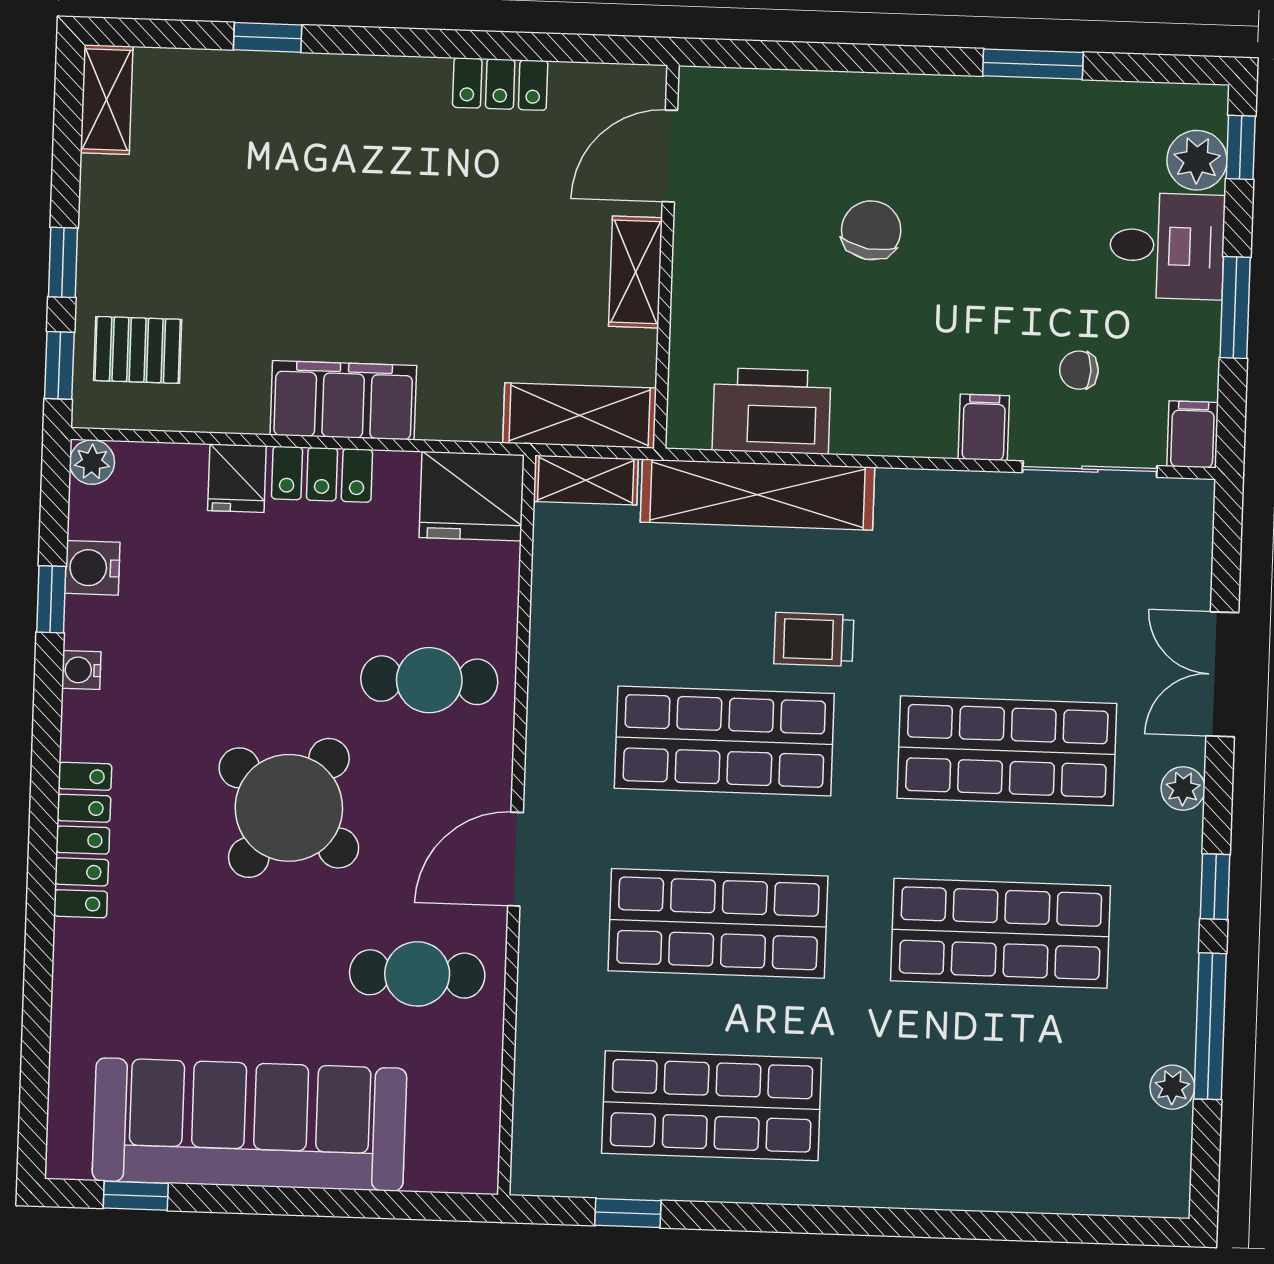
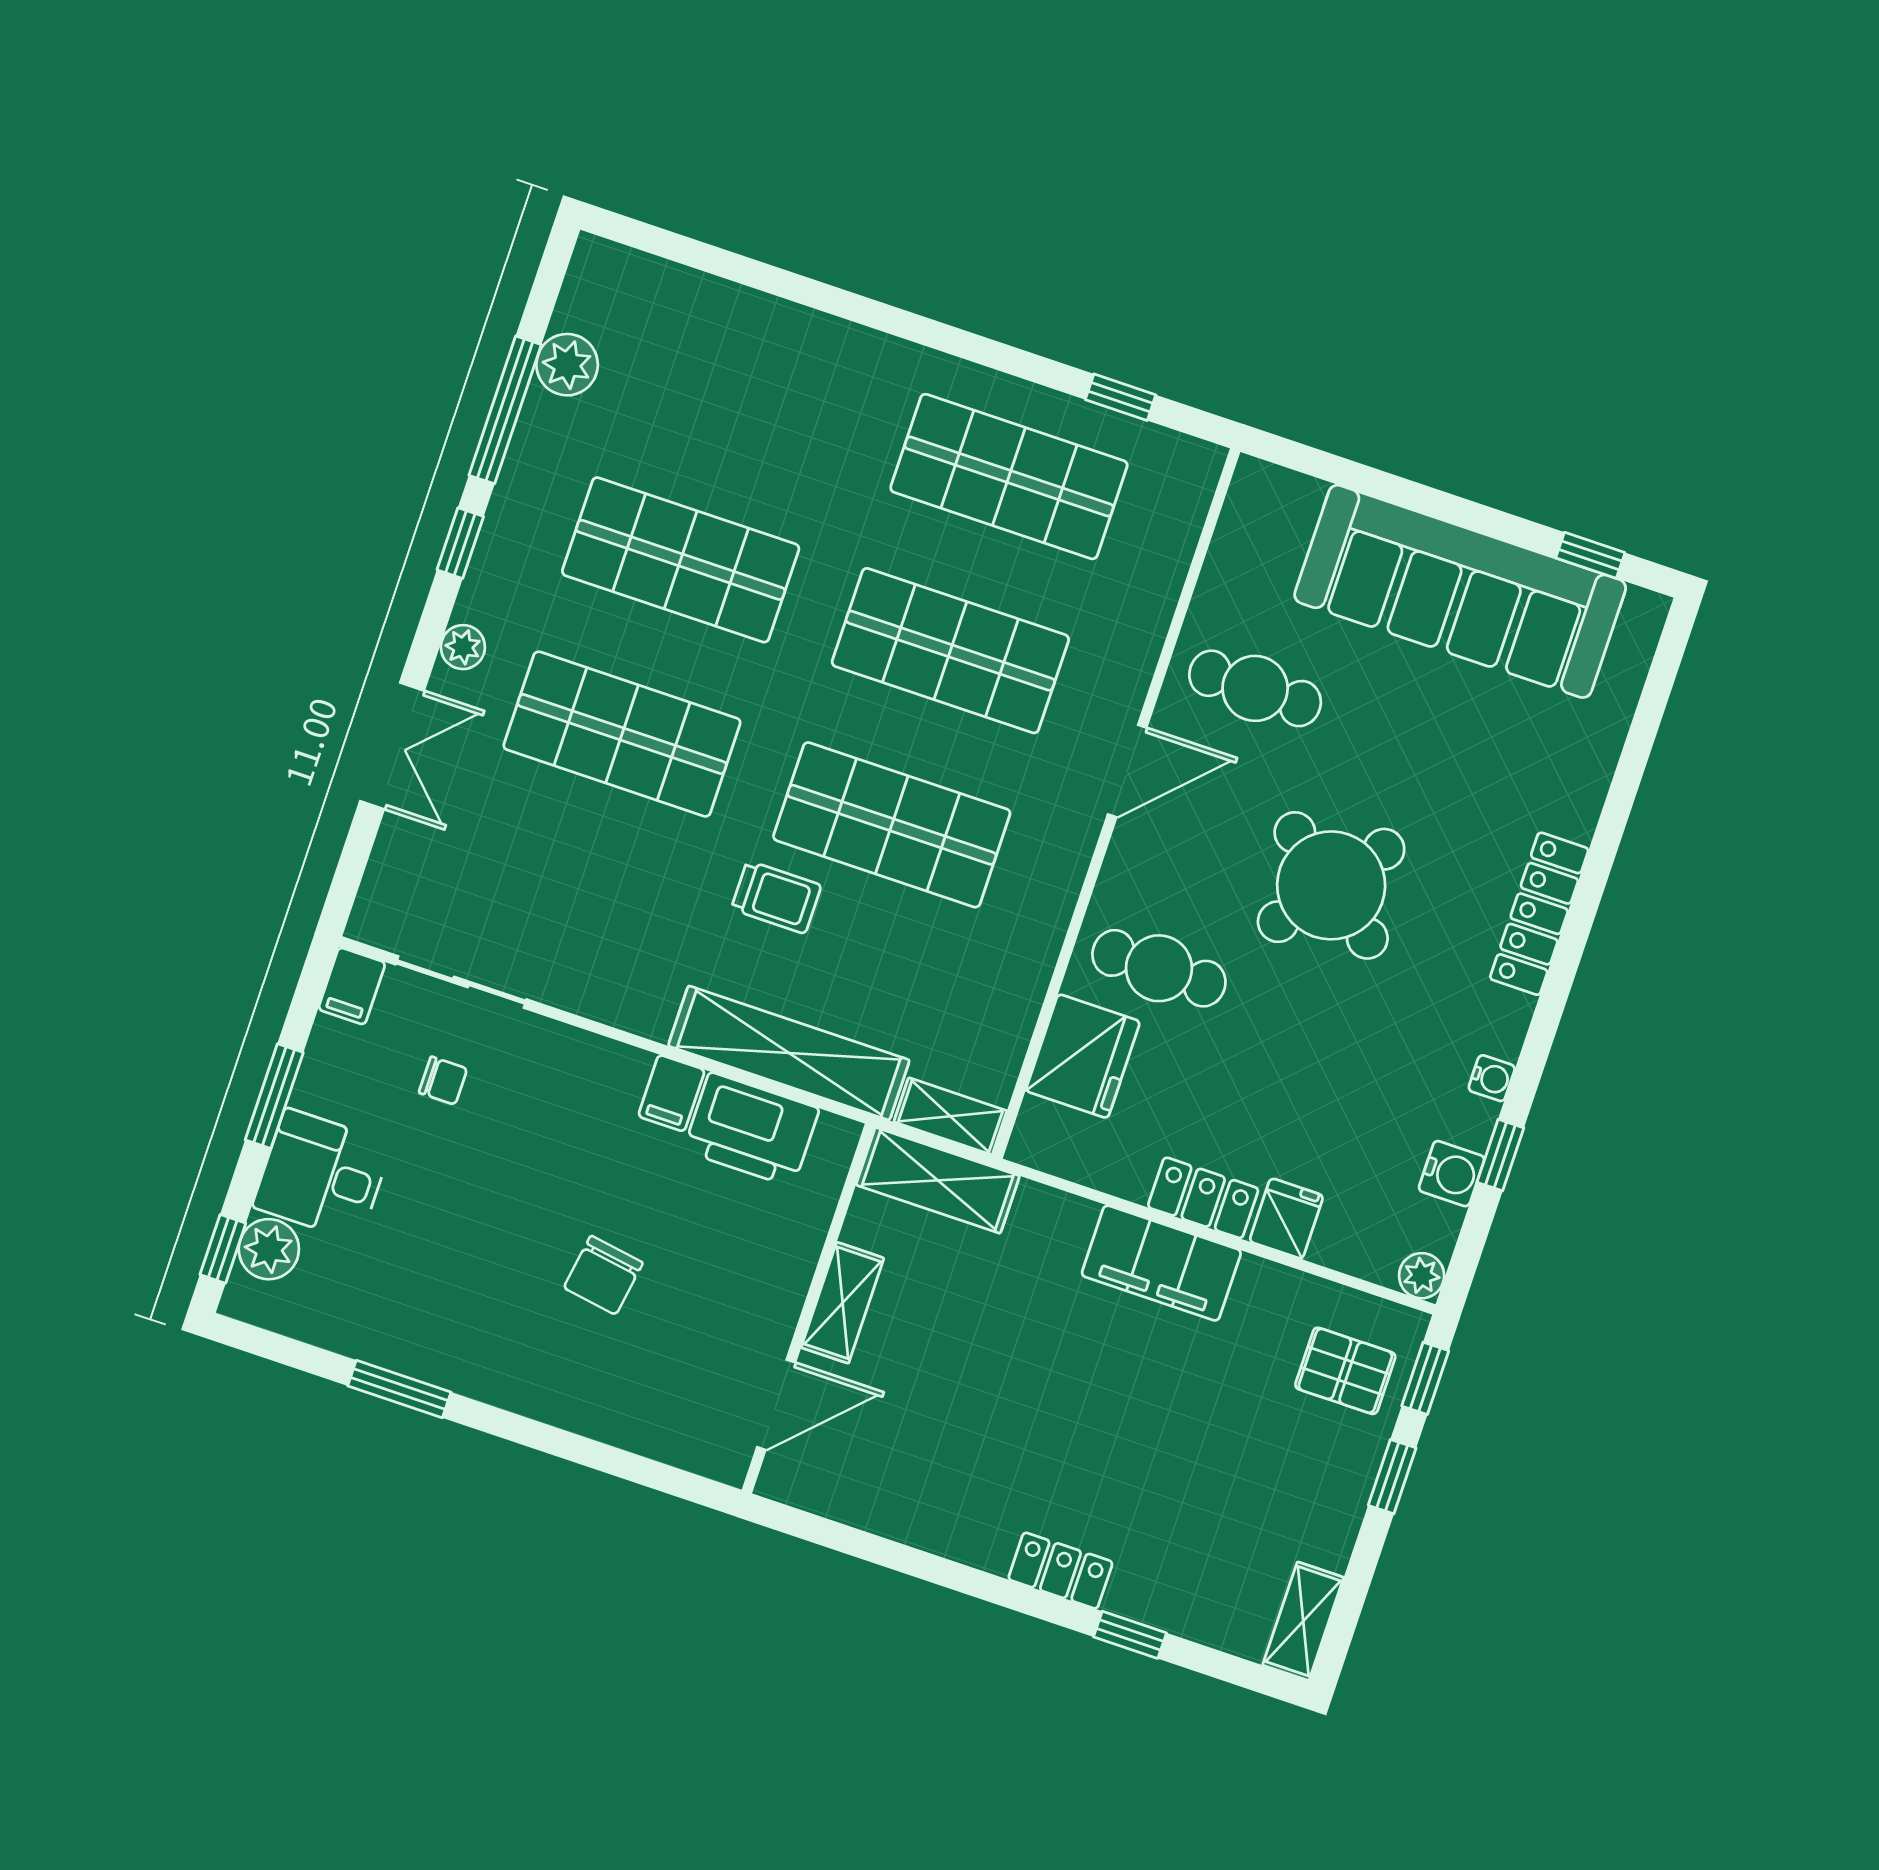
locker: (500, 84) -> (1060, 1571), moved
filing cabinet: (984, 427) -> (671, 1093), moved
fridge: (472, 496) -> (1083, 1056), moved, turned 90
plant: (1172, 1087) -> (567, 365), width x1.38, depth x1.38

